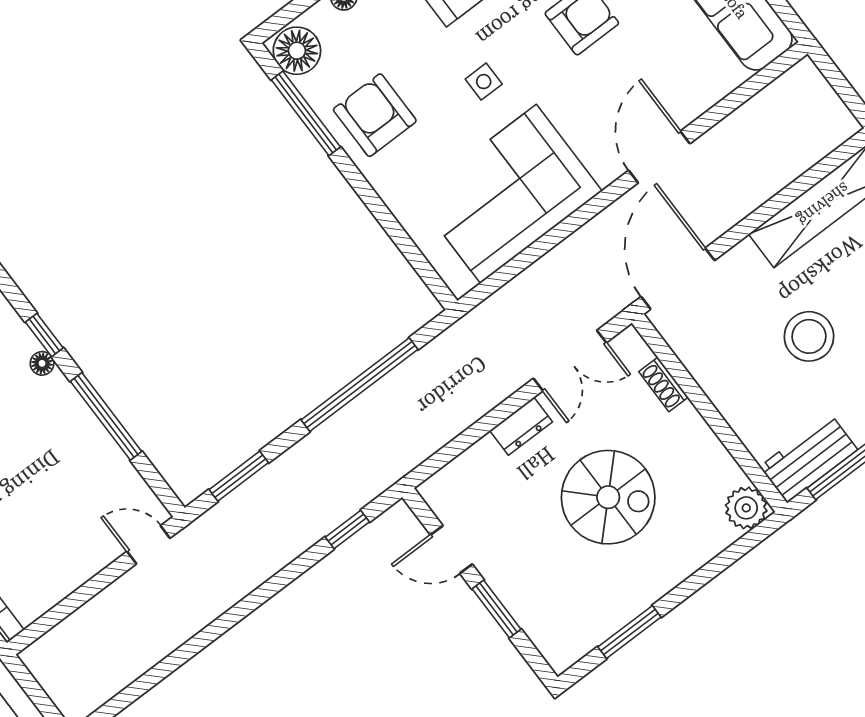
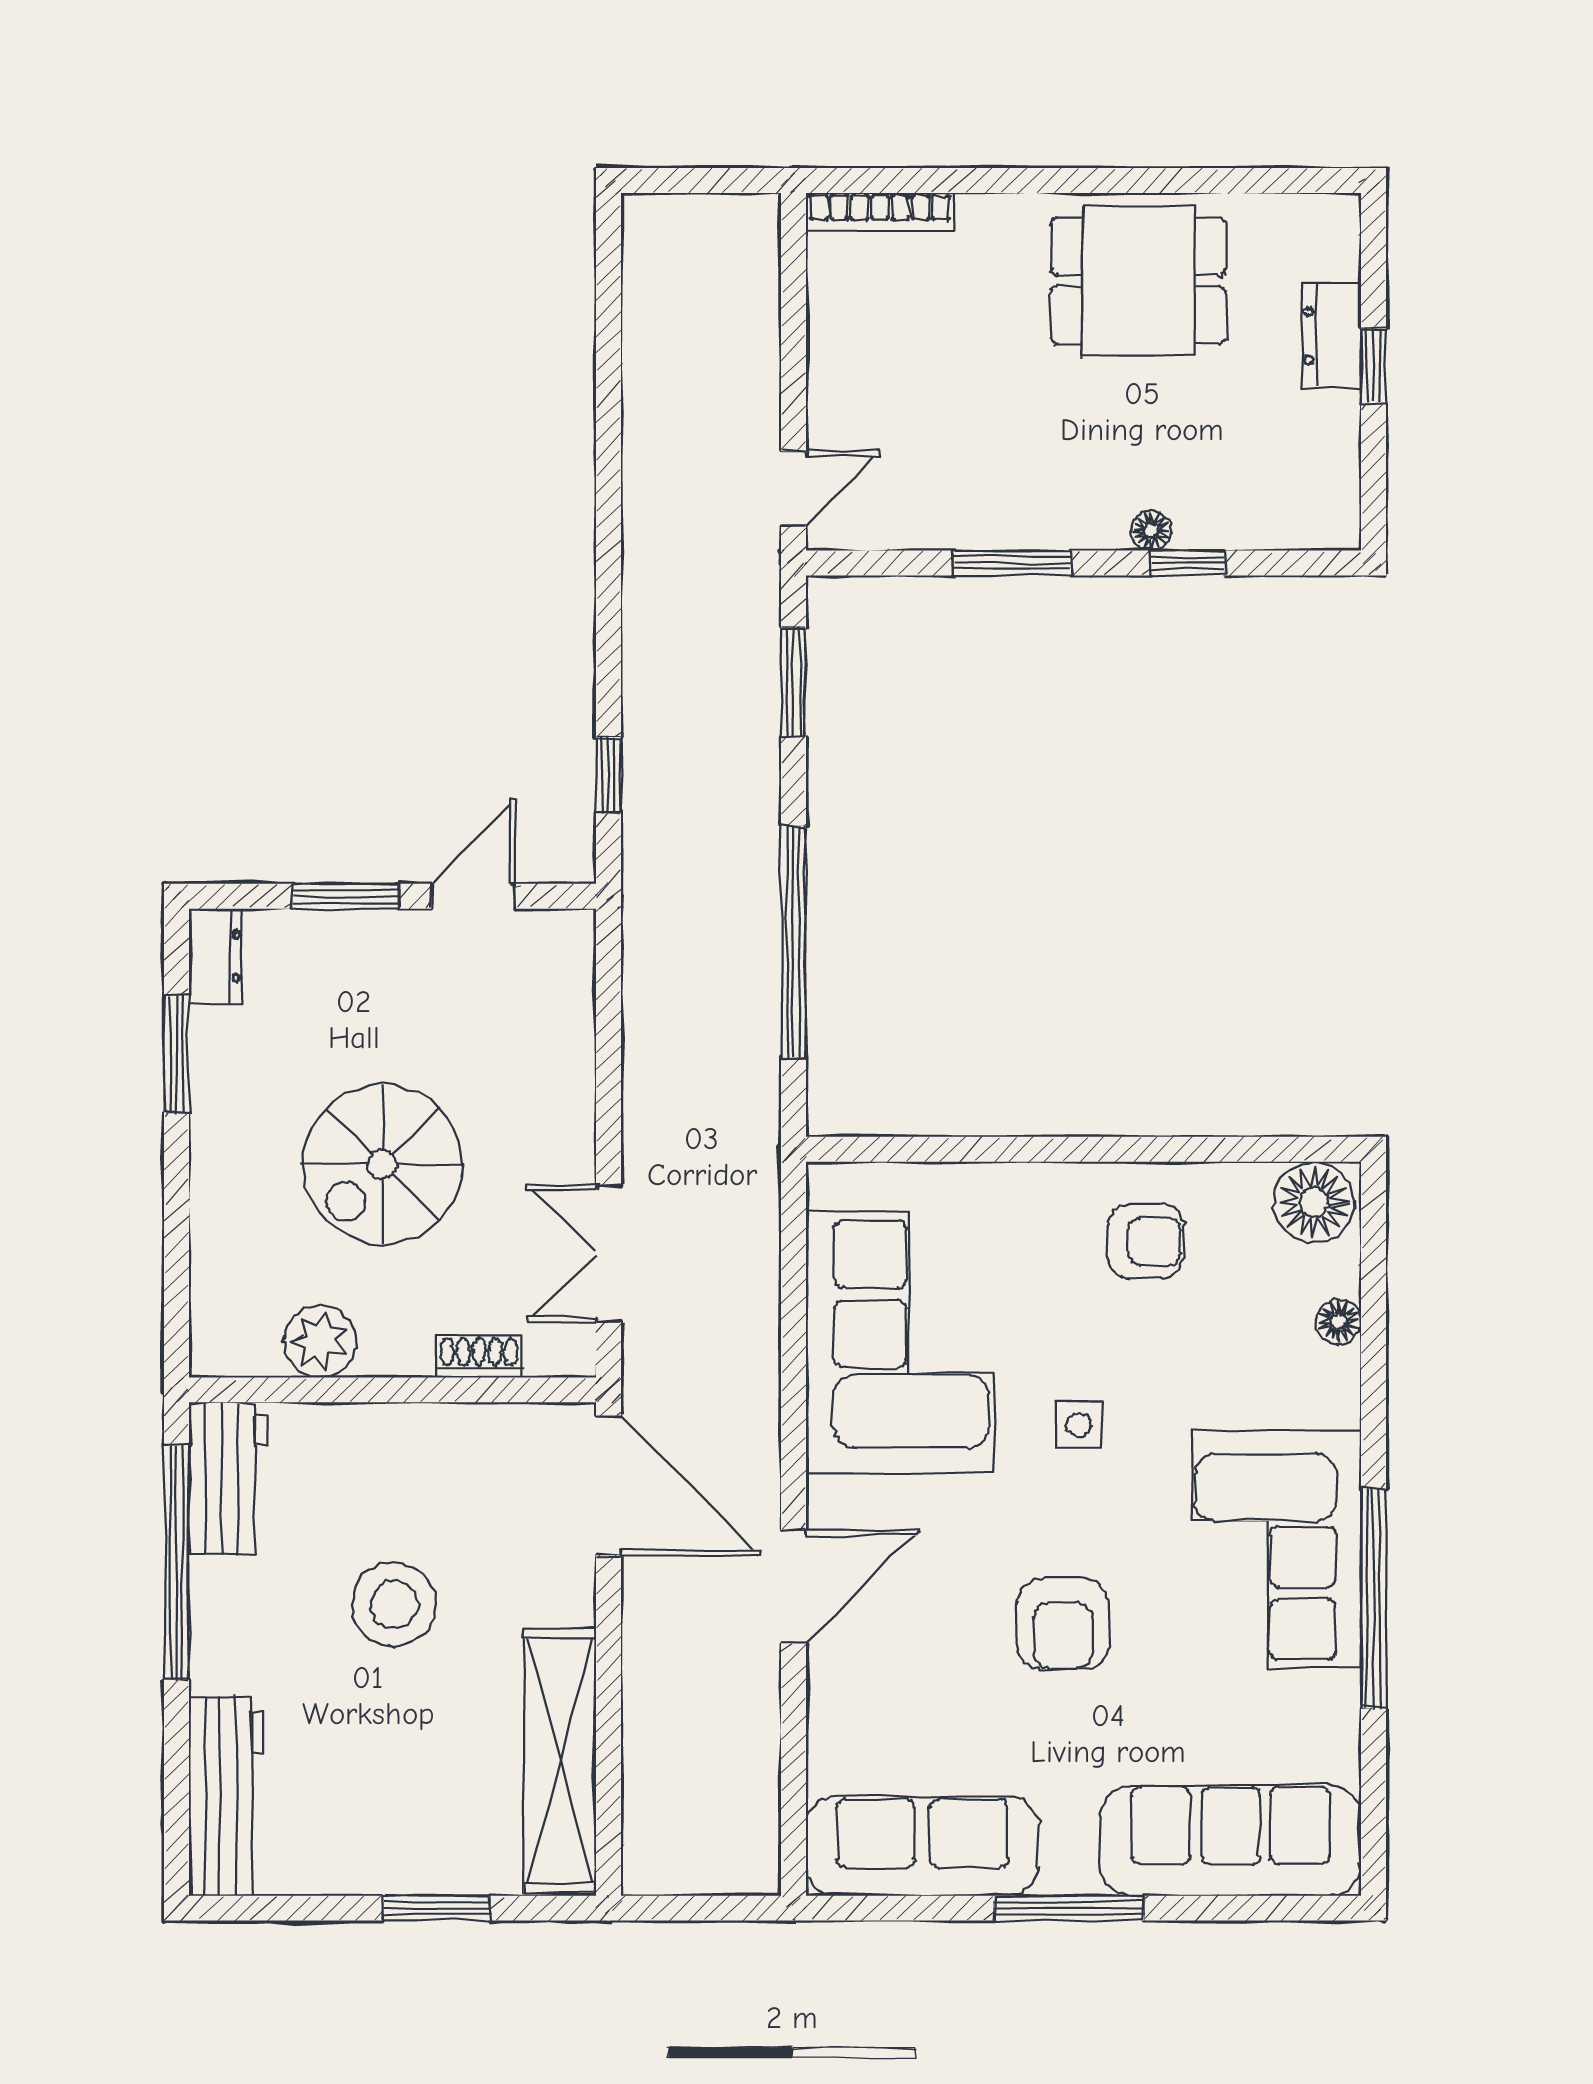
window: (306, 113) -> (1219, 1149), removed
armchair: (375, 115) -> (1145, 1241), width x0.72, depth x0.72
door: (659, 157) -> (794, 1586), hinge flipped
window: (106, 416) -> (1012, 563), width x0.69
dresser: (521, 426) -> (216, 956), moved, turned 180
plant: (746, 508) -> (320, 1341), moved

